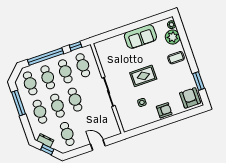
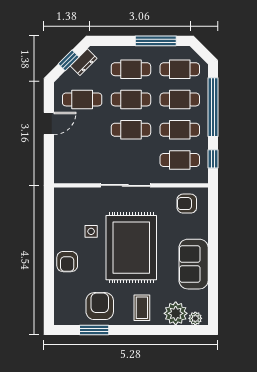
armchair: (107, 52) -> (187, 204), added
rug: (143, 76) -> (131, 248), width x1.86, depth x2.06
armchair: (190, 98) -> (100, 306), moved, turned -90
door: (98, 145) -> (49, 123), moved

